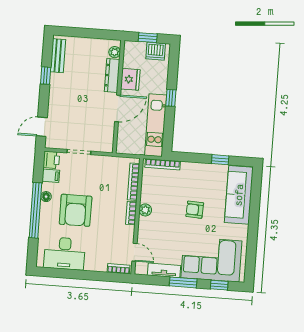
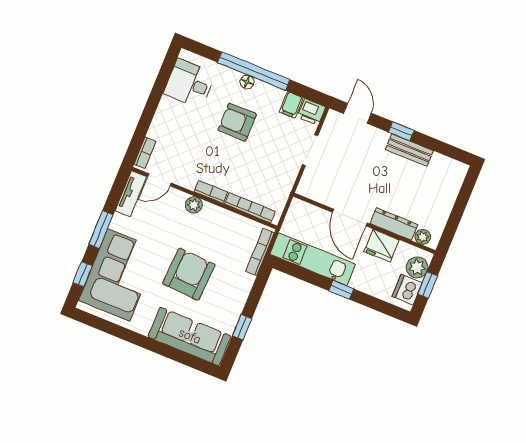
plant: (138, 49) -> (417, 267), added
bench: (58, 56) -> (409, 150), moved
window: (46, 76) -> (401, 131), moved
floor lamp: (46, 197) -> (247, 82), moved
armchair: (76, 210) -> (237, 122), width x0.73, depth x0.73
plant: (145, 210) -> (194, 205), moved
armchair: (195, 210) -> (189, 274), width x1.88, depth x1.88
desk: (64, 253) -> (189, 83), width x0.73
tv unit: (164, 270) -> (131, 194), moved

